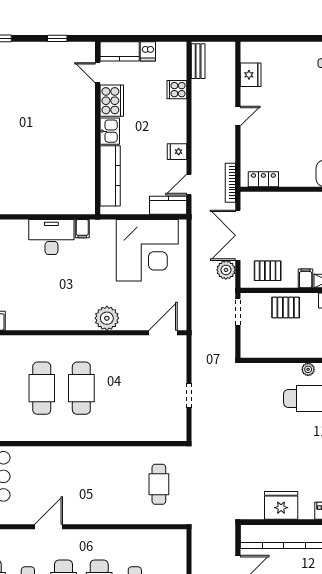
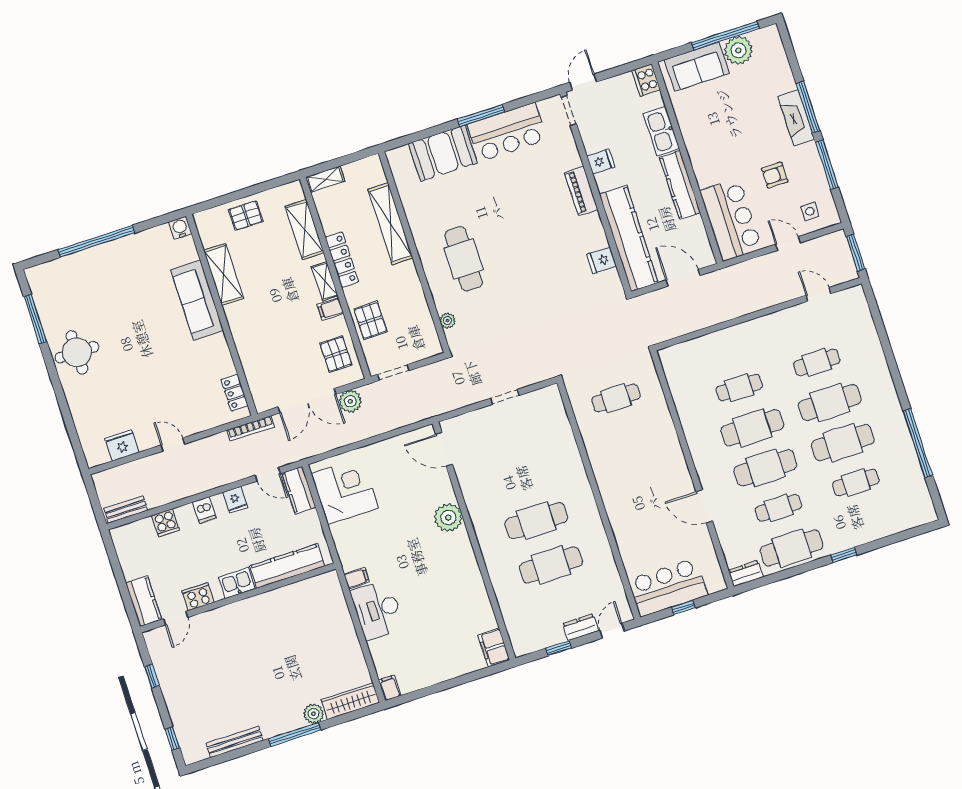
dishwasher: (148, 51) -> (204, 510), moved, turned 90
cooker: (112, 101) -> (198, 597), width x0.73, depth x0.76
corner desk: (147, 250) -> (345, 491), width x0.74, depth x0.74
plant: (308, 369) -> (448, 321), moved
fridge: (281, 505) -> (602, 260), width x0.53, depth x0.75

